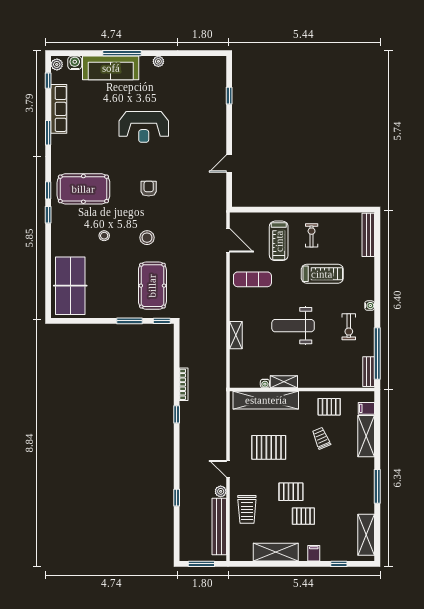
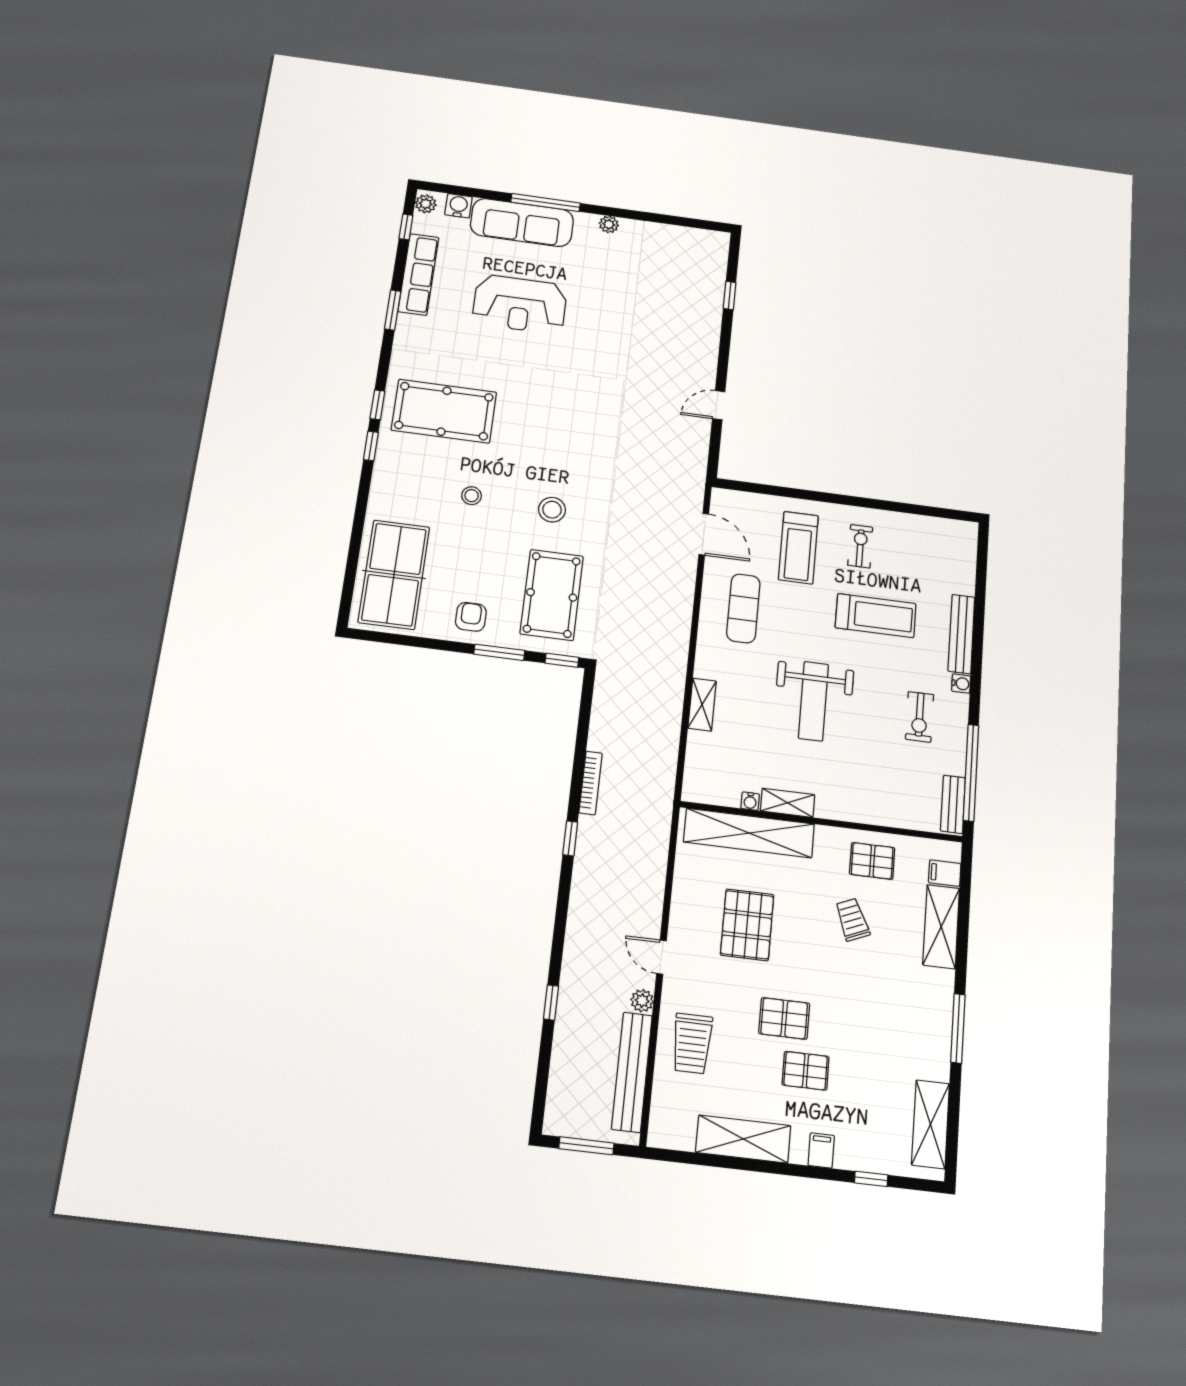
reception desk: (144, 127) -> (520, 304), moved
armchair: (149, 189) -> (471, 617), moved
bench: (368, 235) -> (961, 634), moved
exercise mat: (252, 279) -> (743, 608), turned 90
weight bench: (293, 326) -> (813, 701), turned -90
pallet: (269, 447) -> (747, 925), turned 90

